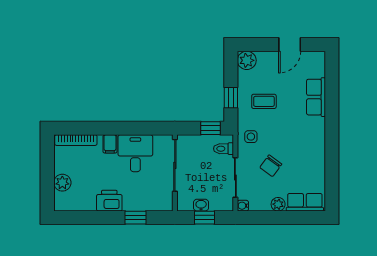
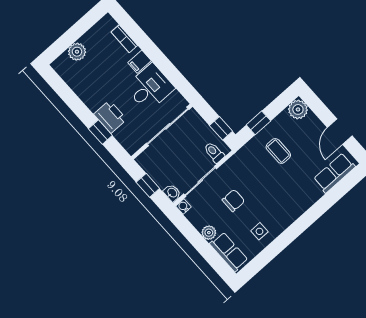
door: (290, 45) -> (340, 132), hinge flipped
row of seats: (316, 97) -> (334, 173), moved
side table: (251, 137) -> (259, 231), moved
bookcase: (76, 140) -> (124, 39), width x0.64
chair: (271, 166) -> (233, 201), turned 144
printer: (109, 201) -> (110, 117), moved
washbasin: (201, 205) -> (172, 193), moved

